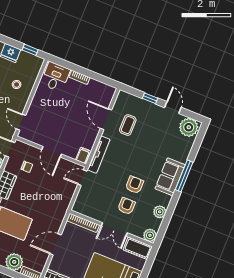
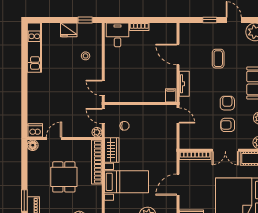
coffee table: (128, 125) -> (218, 59), moved
door: (52, 152) -> (141, 103), removed
tv unit: (99, 155) -> (184, 84), width x0.71
door: (82, 178) -> (178, 115), swing flipped
armchair: (126, 206) -> (228, 125), turned -90

